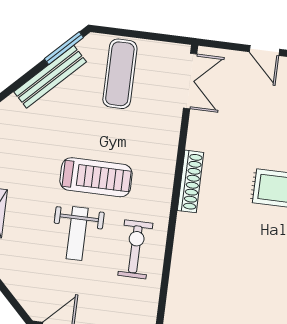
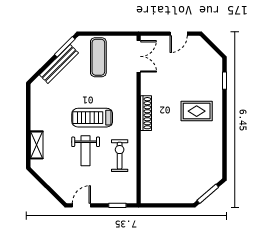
door: (264, 50) -> (179, 34), hinge flipped
treadmill: (96, 177) -> (92, 118), turned 180

